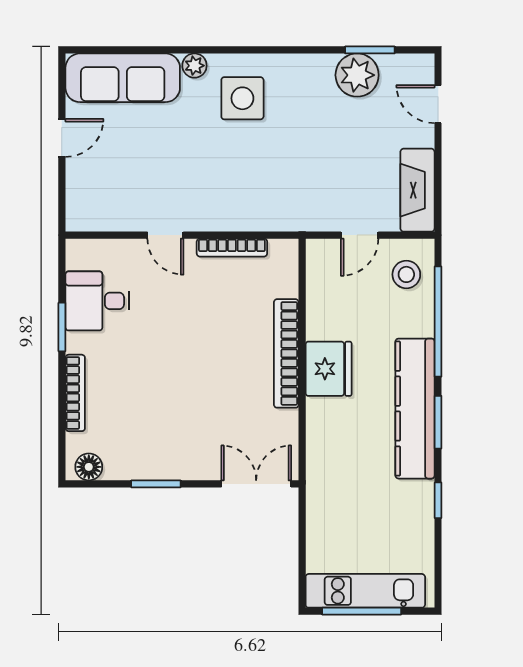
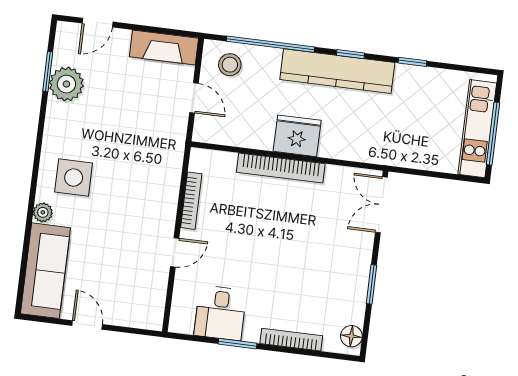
window: (438, 422) -> (350, 54), width x0.67

